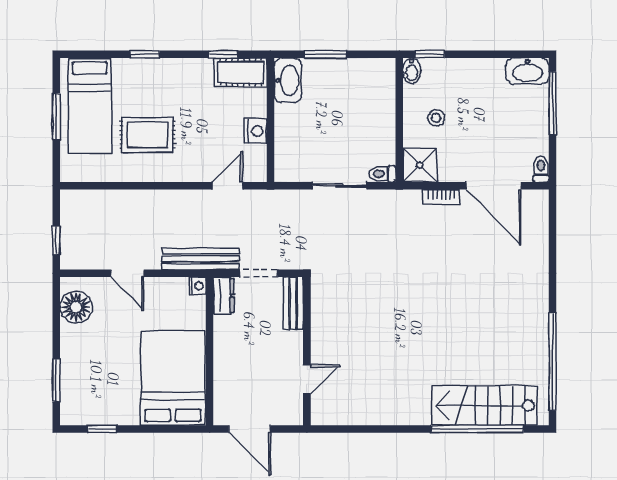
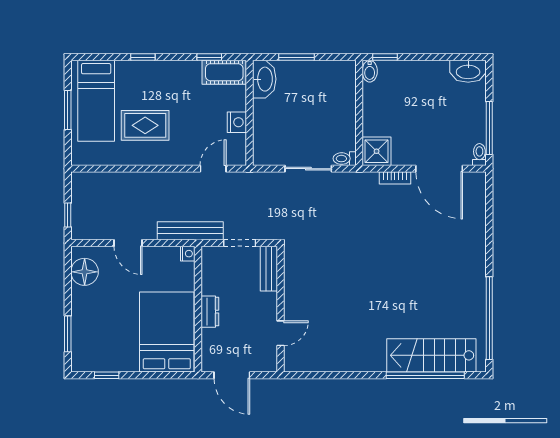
window: (553, 103) -> (489, 128), moved
stool: (436, 118) -> (390, 111), removed
dresser: (224, 296) -> (210, 312), moved

